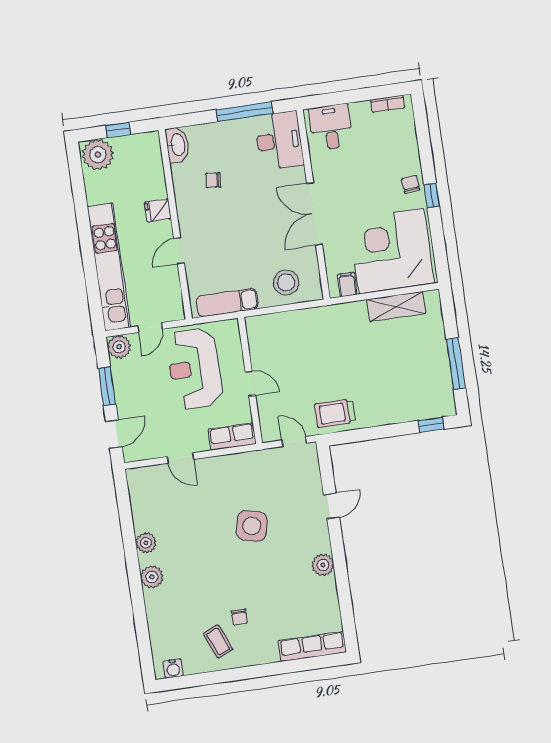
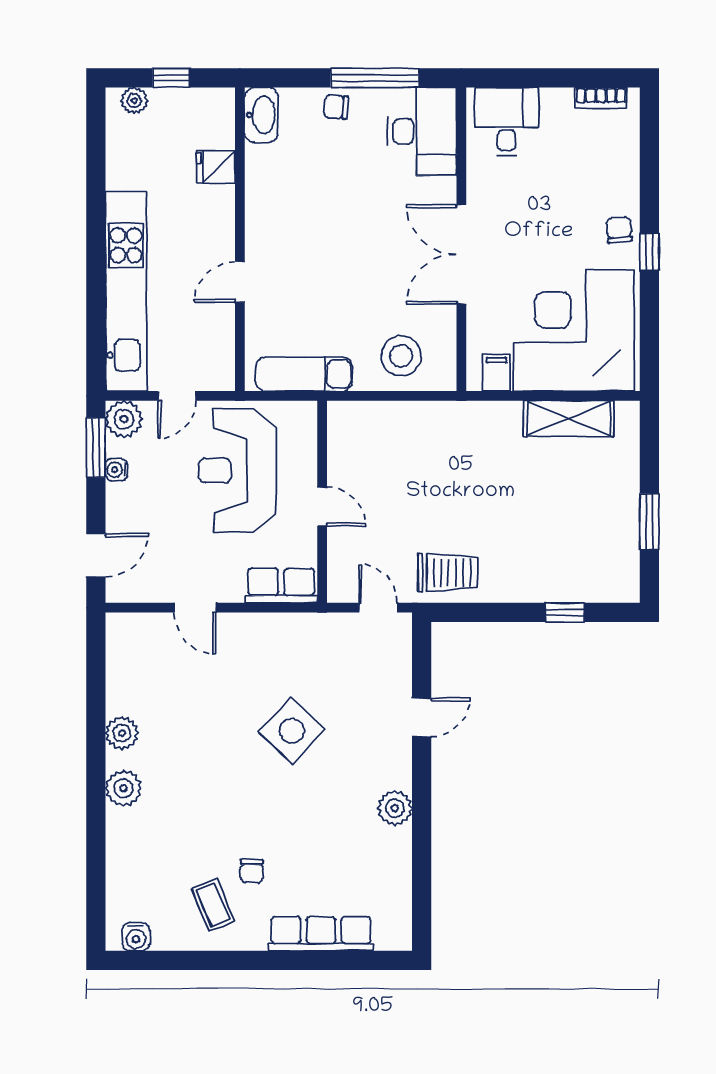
plant: (98, 155) -> (134, 101), width x0.53, depth x0.53
chair: (213, 180) -> (336, 107), moved
fridge: (158, 210) -> (216, 167), moved
window: (456, 364) -> (649, 522), width x0.69
water cooler: (119, 379) -> (116, 470), added
window: (107, 386) -> (96, 448), moved
trolley: (335, 413) -> (448, 572), turned 180
window: (431, 425) -> (565, 612), moved
side table: (252, 526) -> (292, 731), turned 31
row of seats: (312, 646) -> (321, 934), moved

